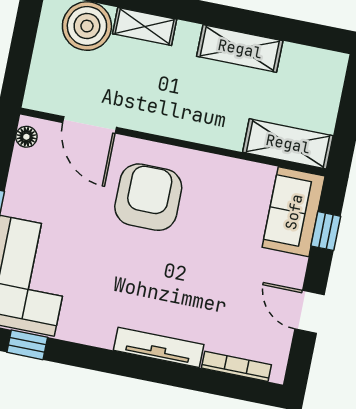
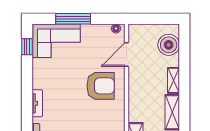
shelving: (145, 26) -> (173, 80), moved
tv unit: (159, 347) -> (37, 103), width x0.71

